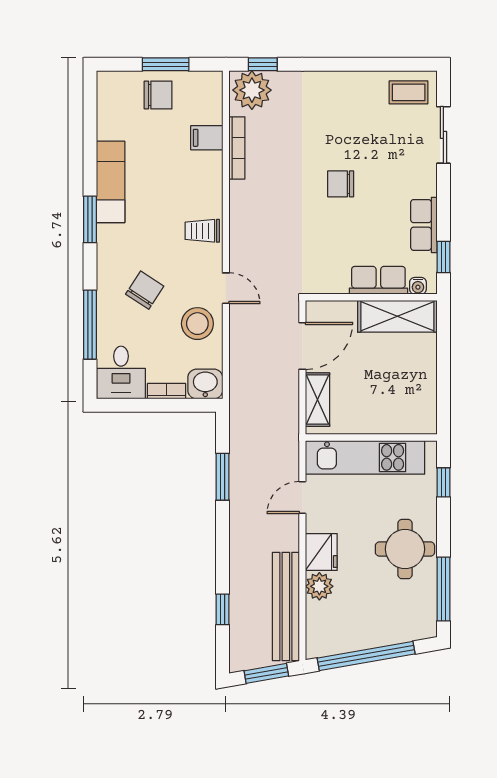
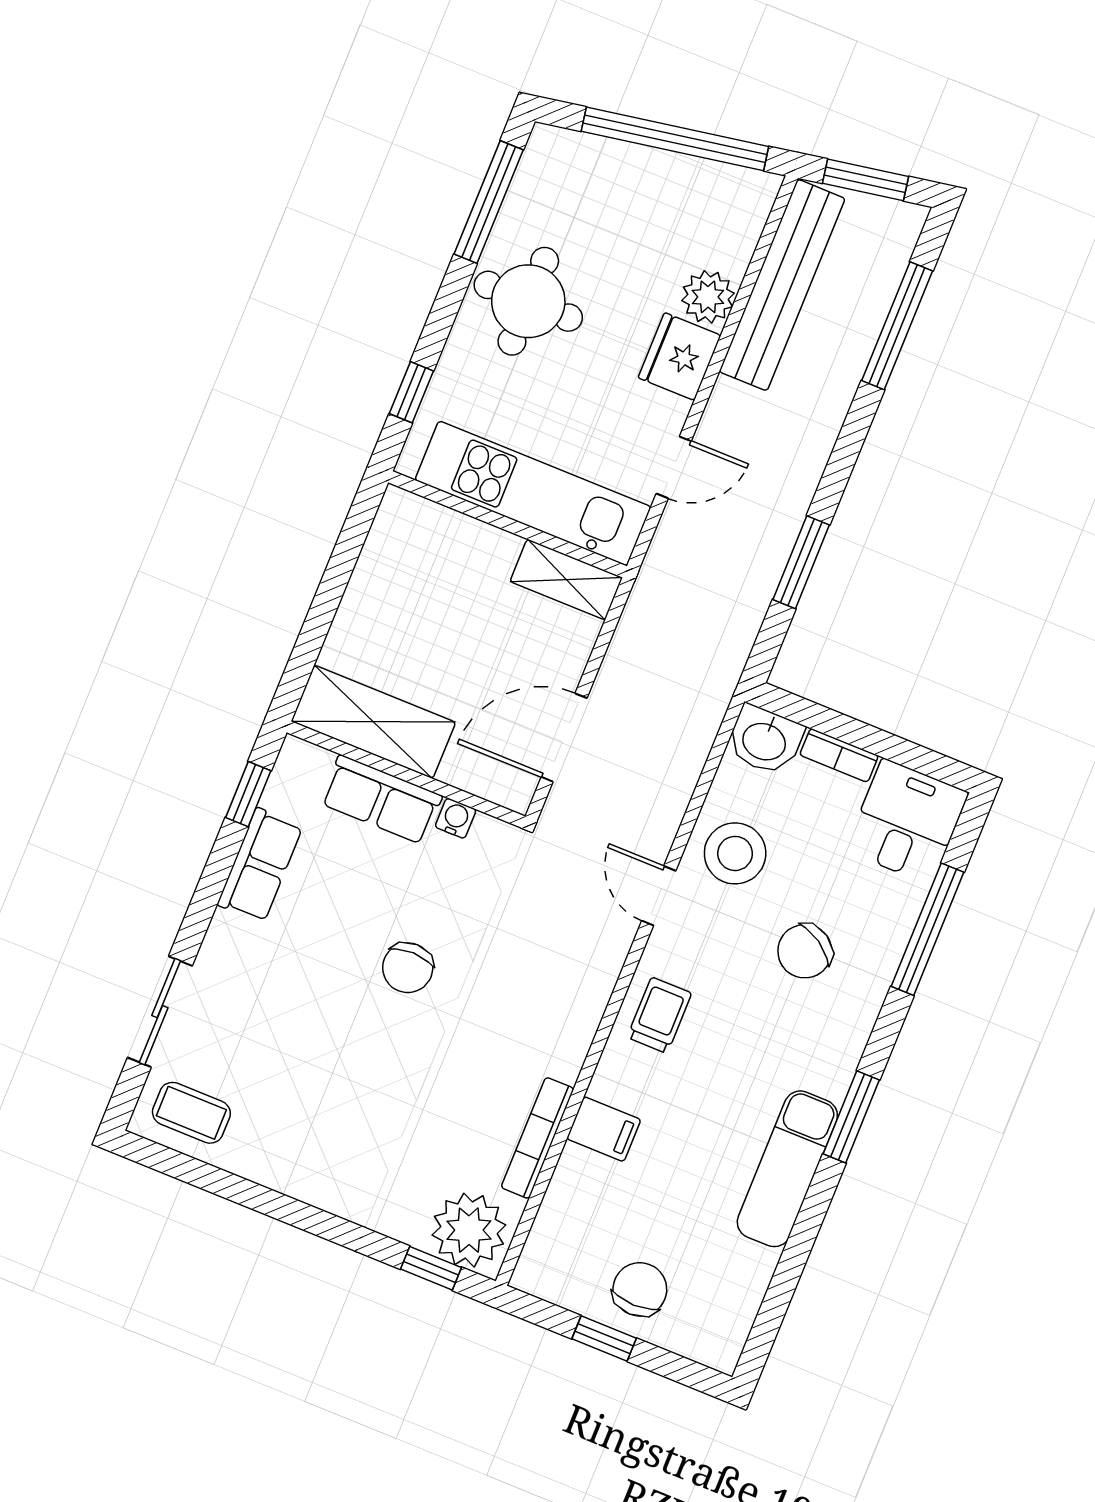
window: (166, 64) -> (604, 1339), width x0.67
chair: (158, 95) -> (640, 1289), turned 90
filing cabinet: (207, 138) -> (604, 1129), moved
chair: (341, 184) -> (408, 968), moved, turned 90
trolley: (202, 231) -> (659, 1015), turned -90
water cooler: (418, 286) -> (456, 818), moved
shelving: (318, 400) -> (566, 580), moved, turned 90
window: (223, 609) -> (897, 326), width x2.17

